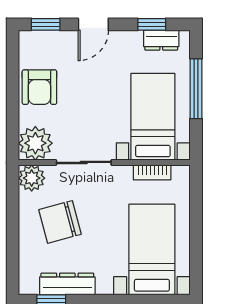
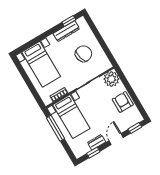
dresser: (161, 40) -> (97, 142), moved
window: (196, 89) -> (55, 128), moved
plant: (32, 178) -> (105, 64), removed

